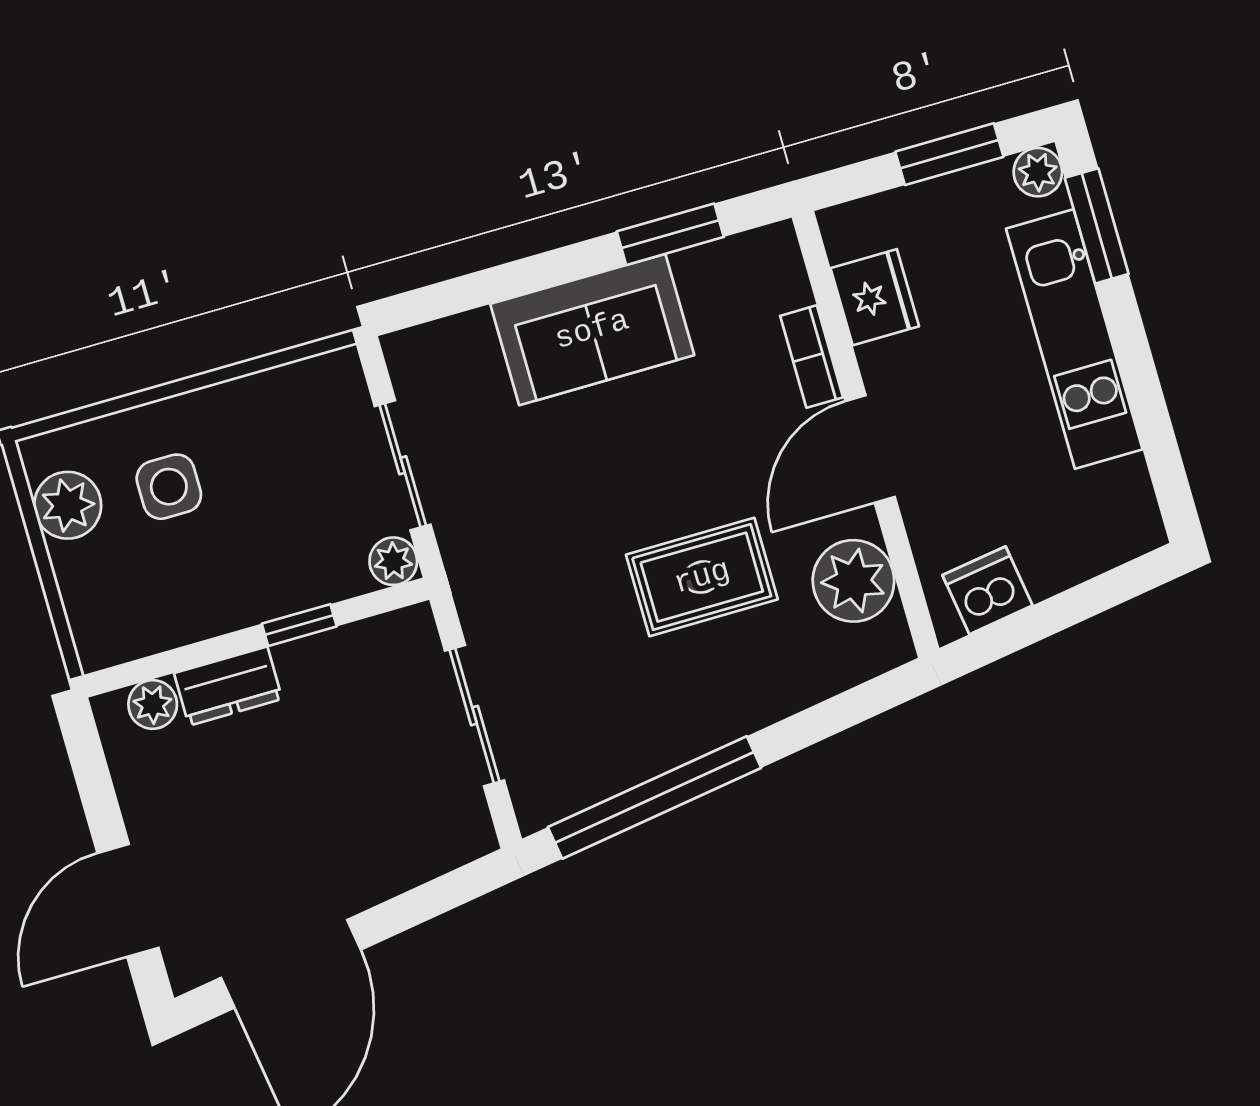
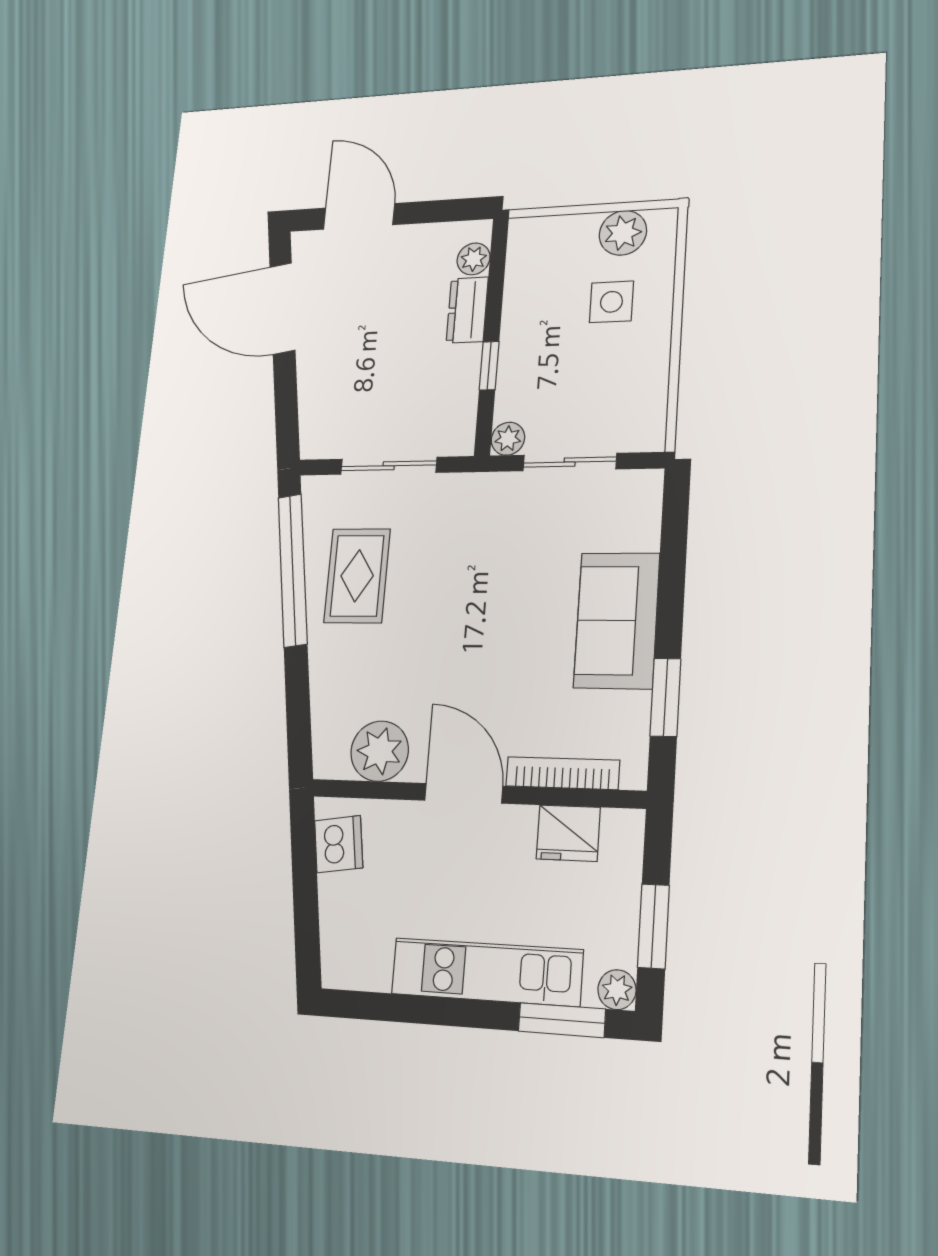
bookcase: (812, 357) -> (563, 773), width x1.56
rug: (702, 577) -> (357, 576), moved

